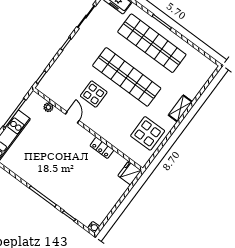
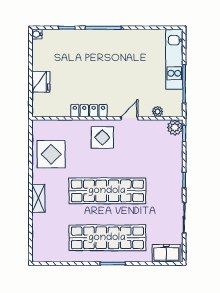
plant: (44, 87) -> (175, 127), added
display table: (94, 94) -> (102, 138), moved
door: (72, 117) -> (129, 118), swing flipped
locker: (102, 148) -> (89, 111), width x1.53
fridge: (130, 173) -> (41, 82), moved

